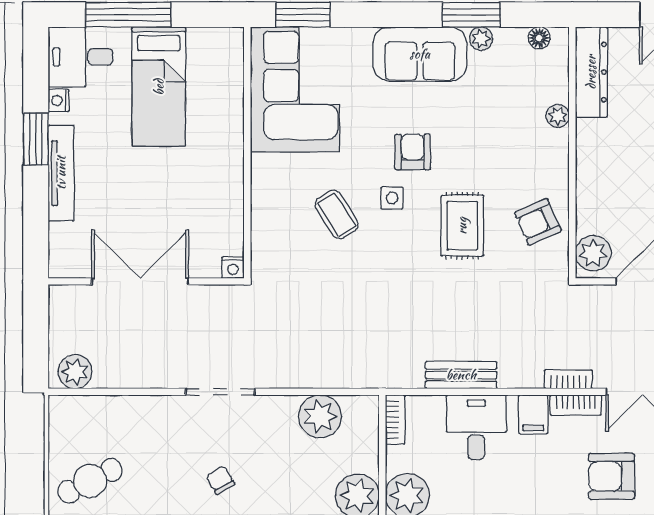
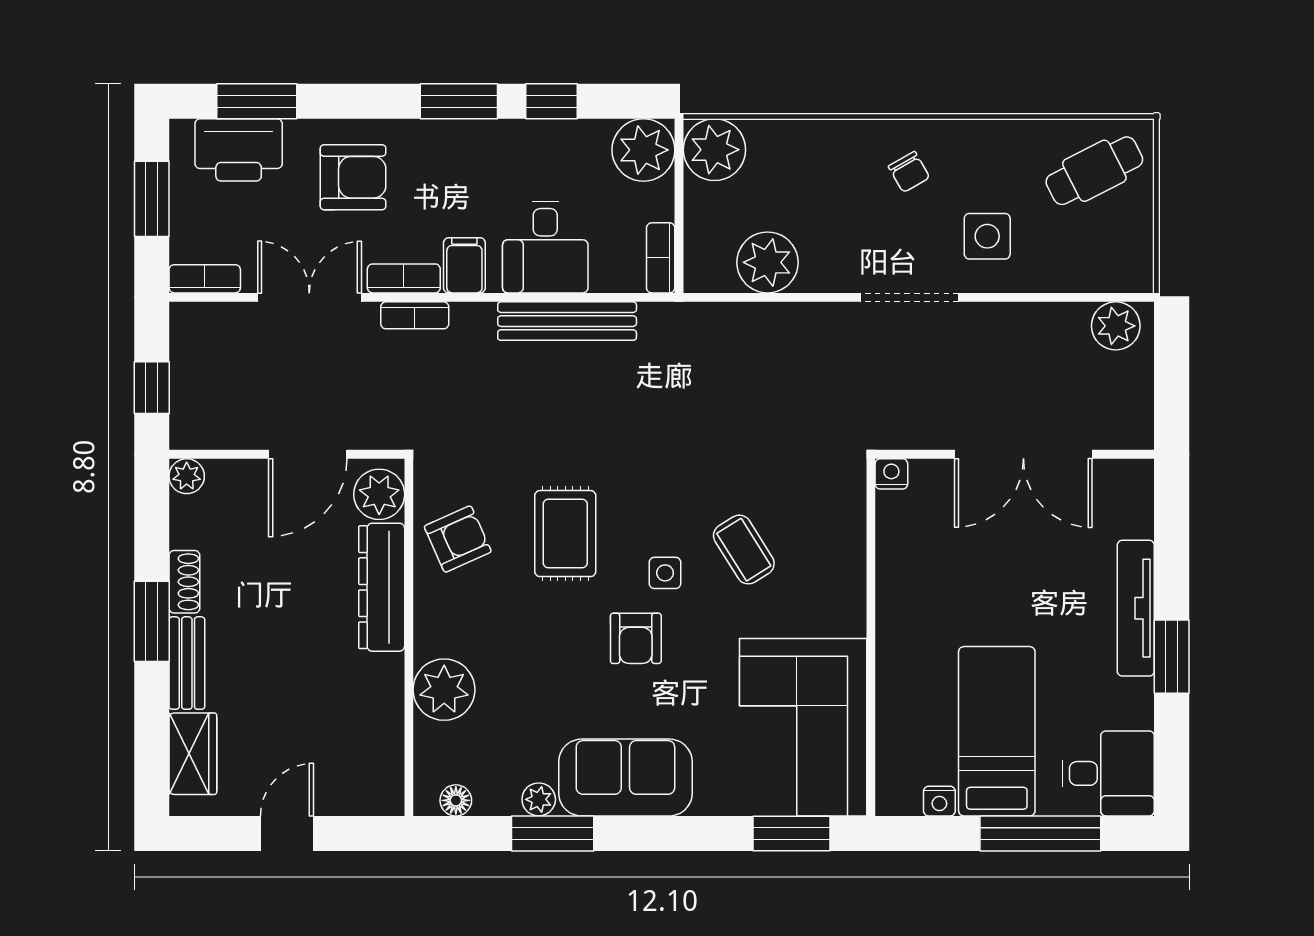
dresser: (591, 72) -> (382, 587), moved
nightstand: (59, 100) -> (939, 801), moved, turned 90
plant: (558, 116) -> (444, 690), width x1.87, depth x1.87
bench: (461, 375) -> (567, 321), width x1.36
side table: (165, 435) -> (987, 236), added

